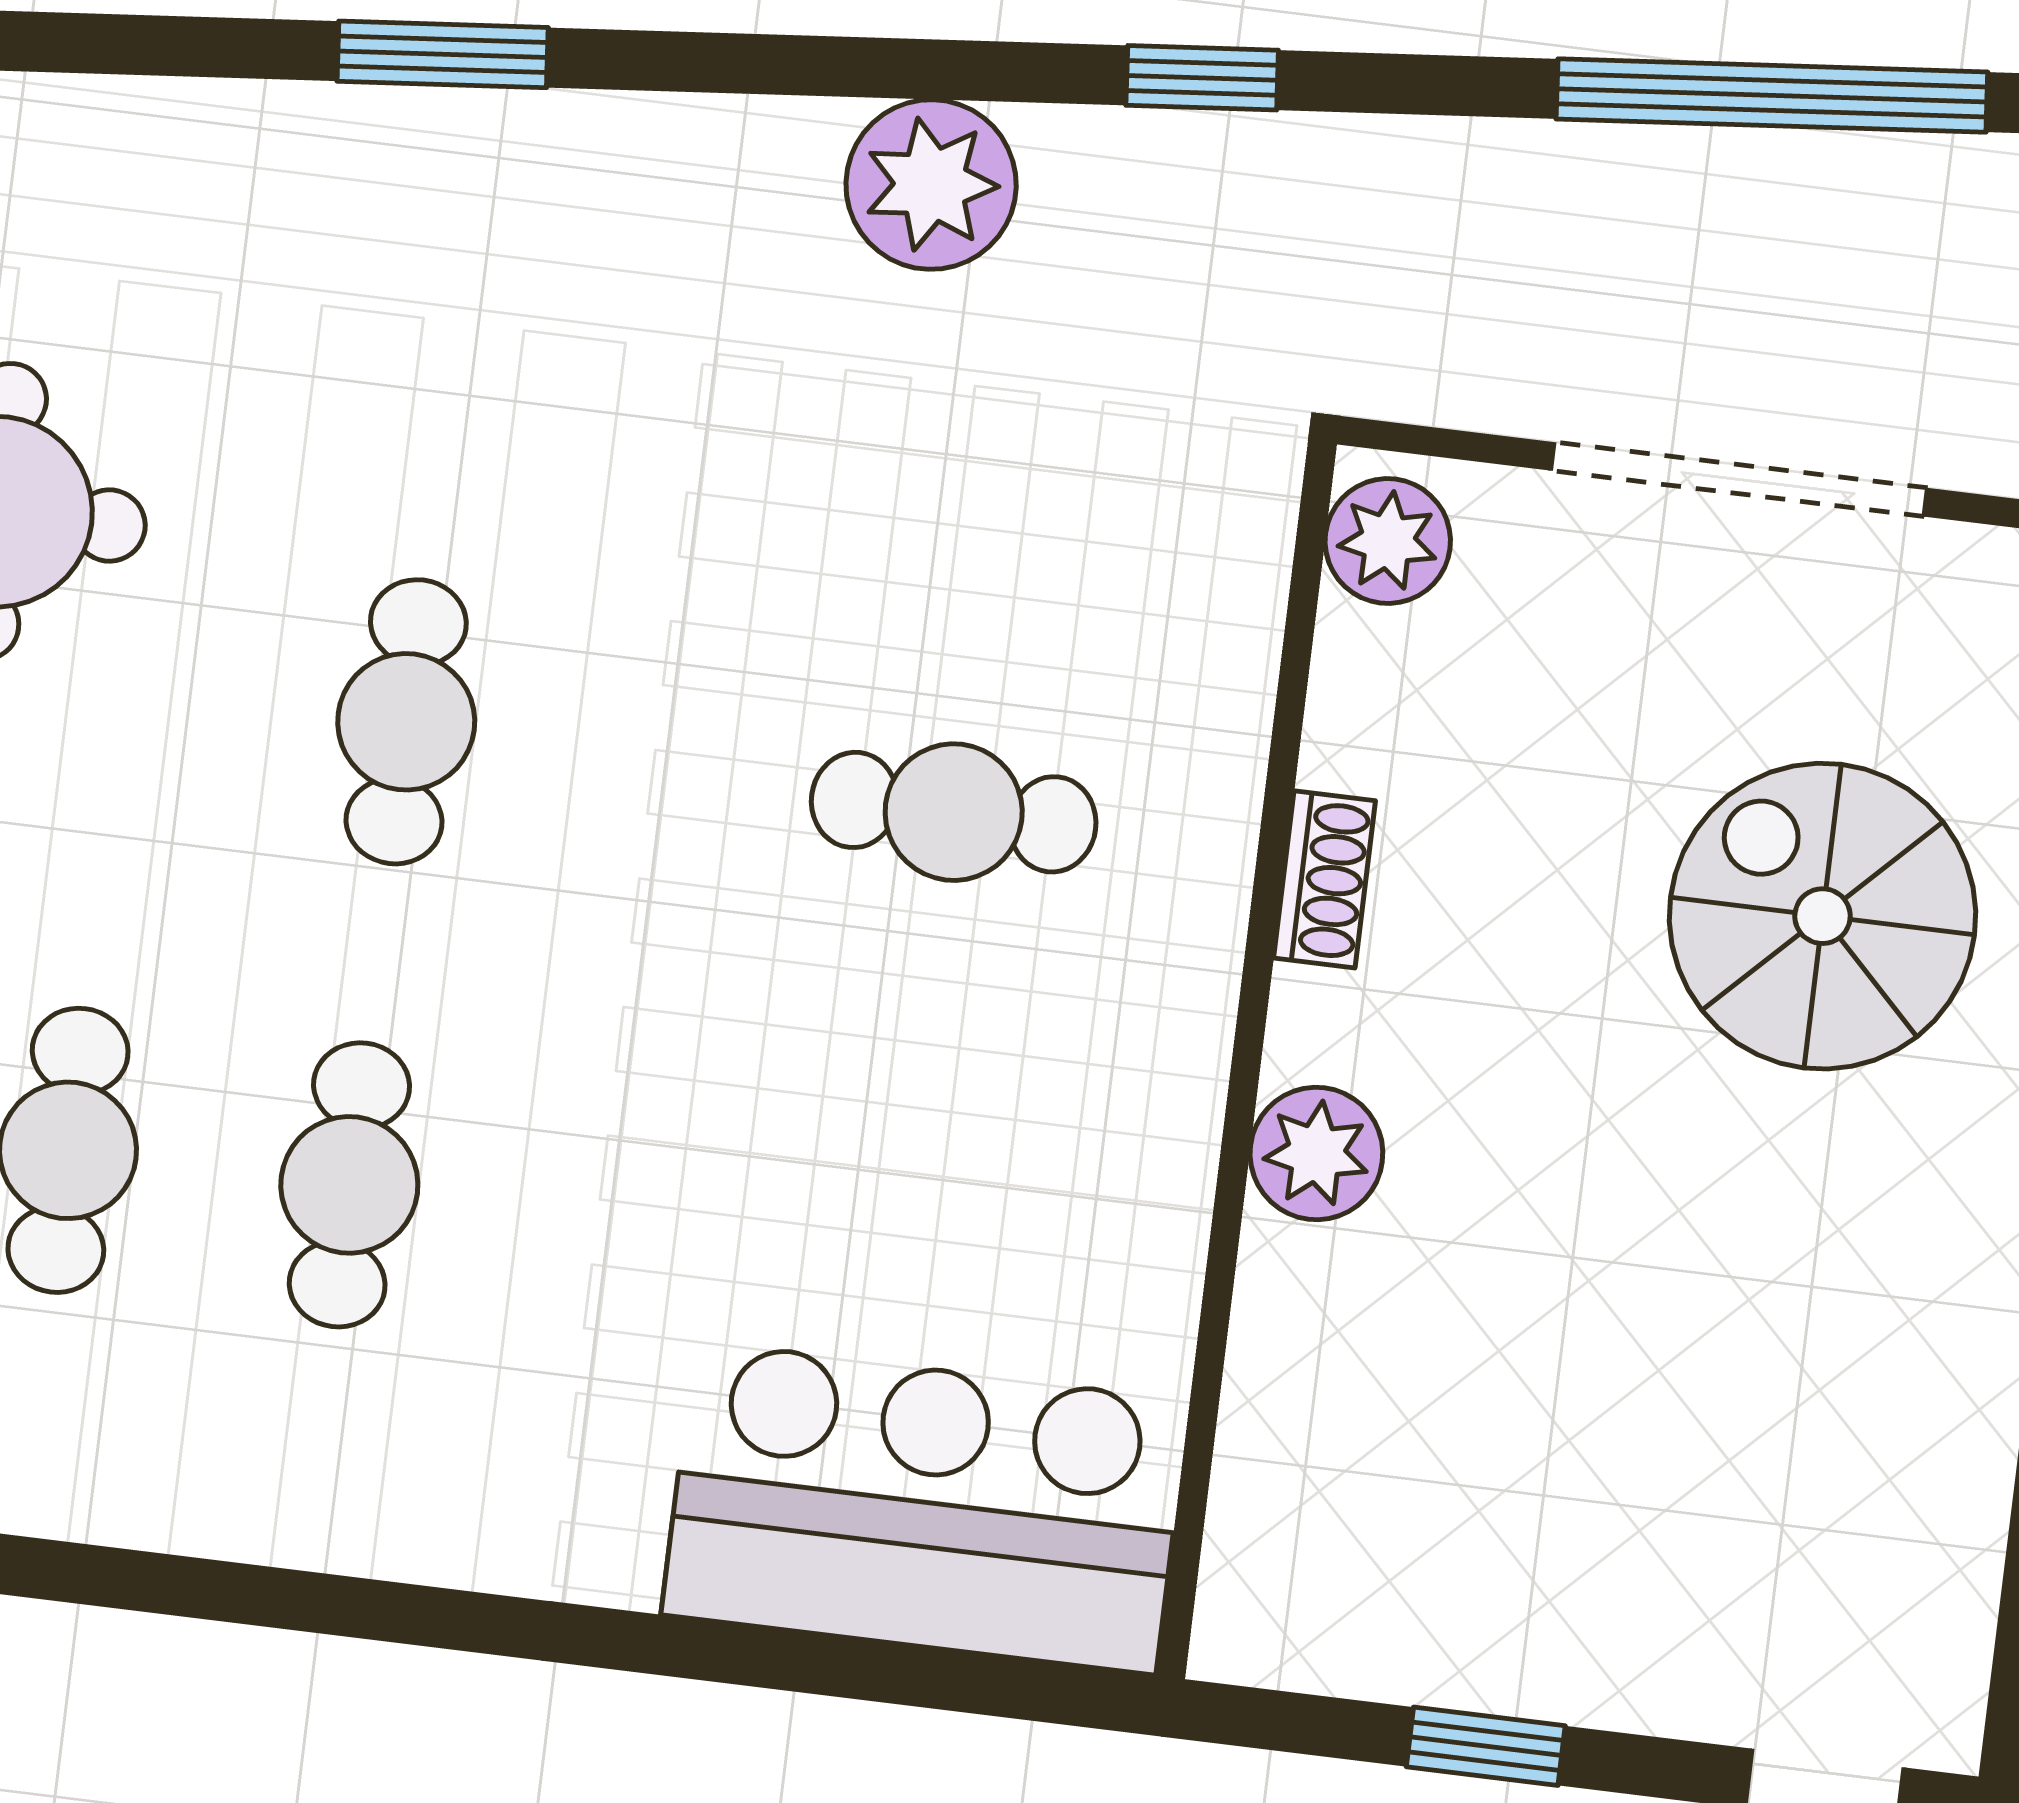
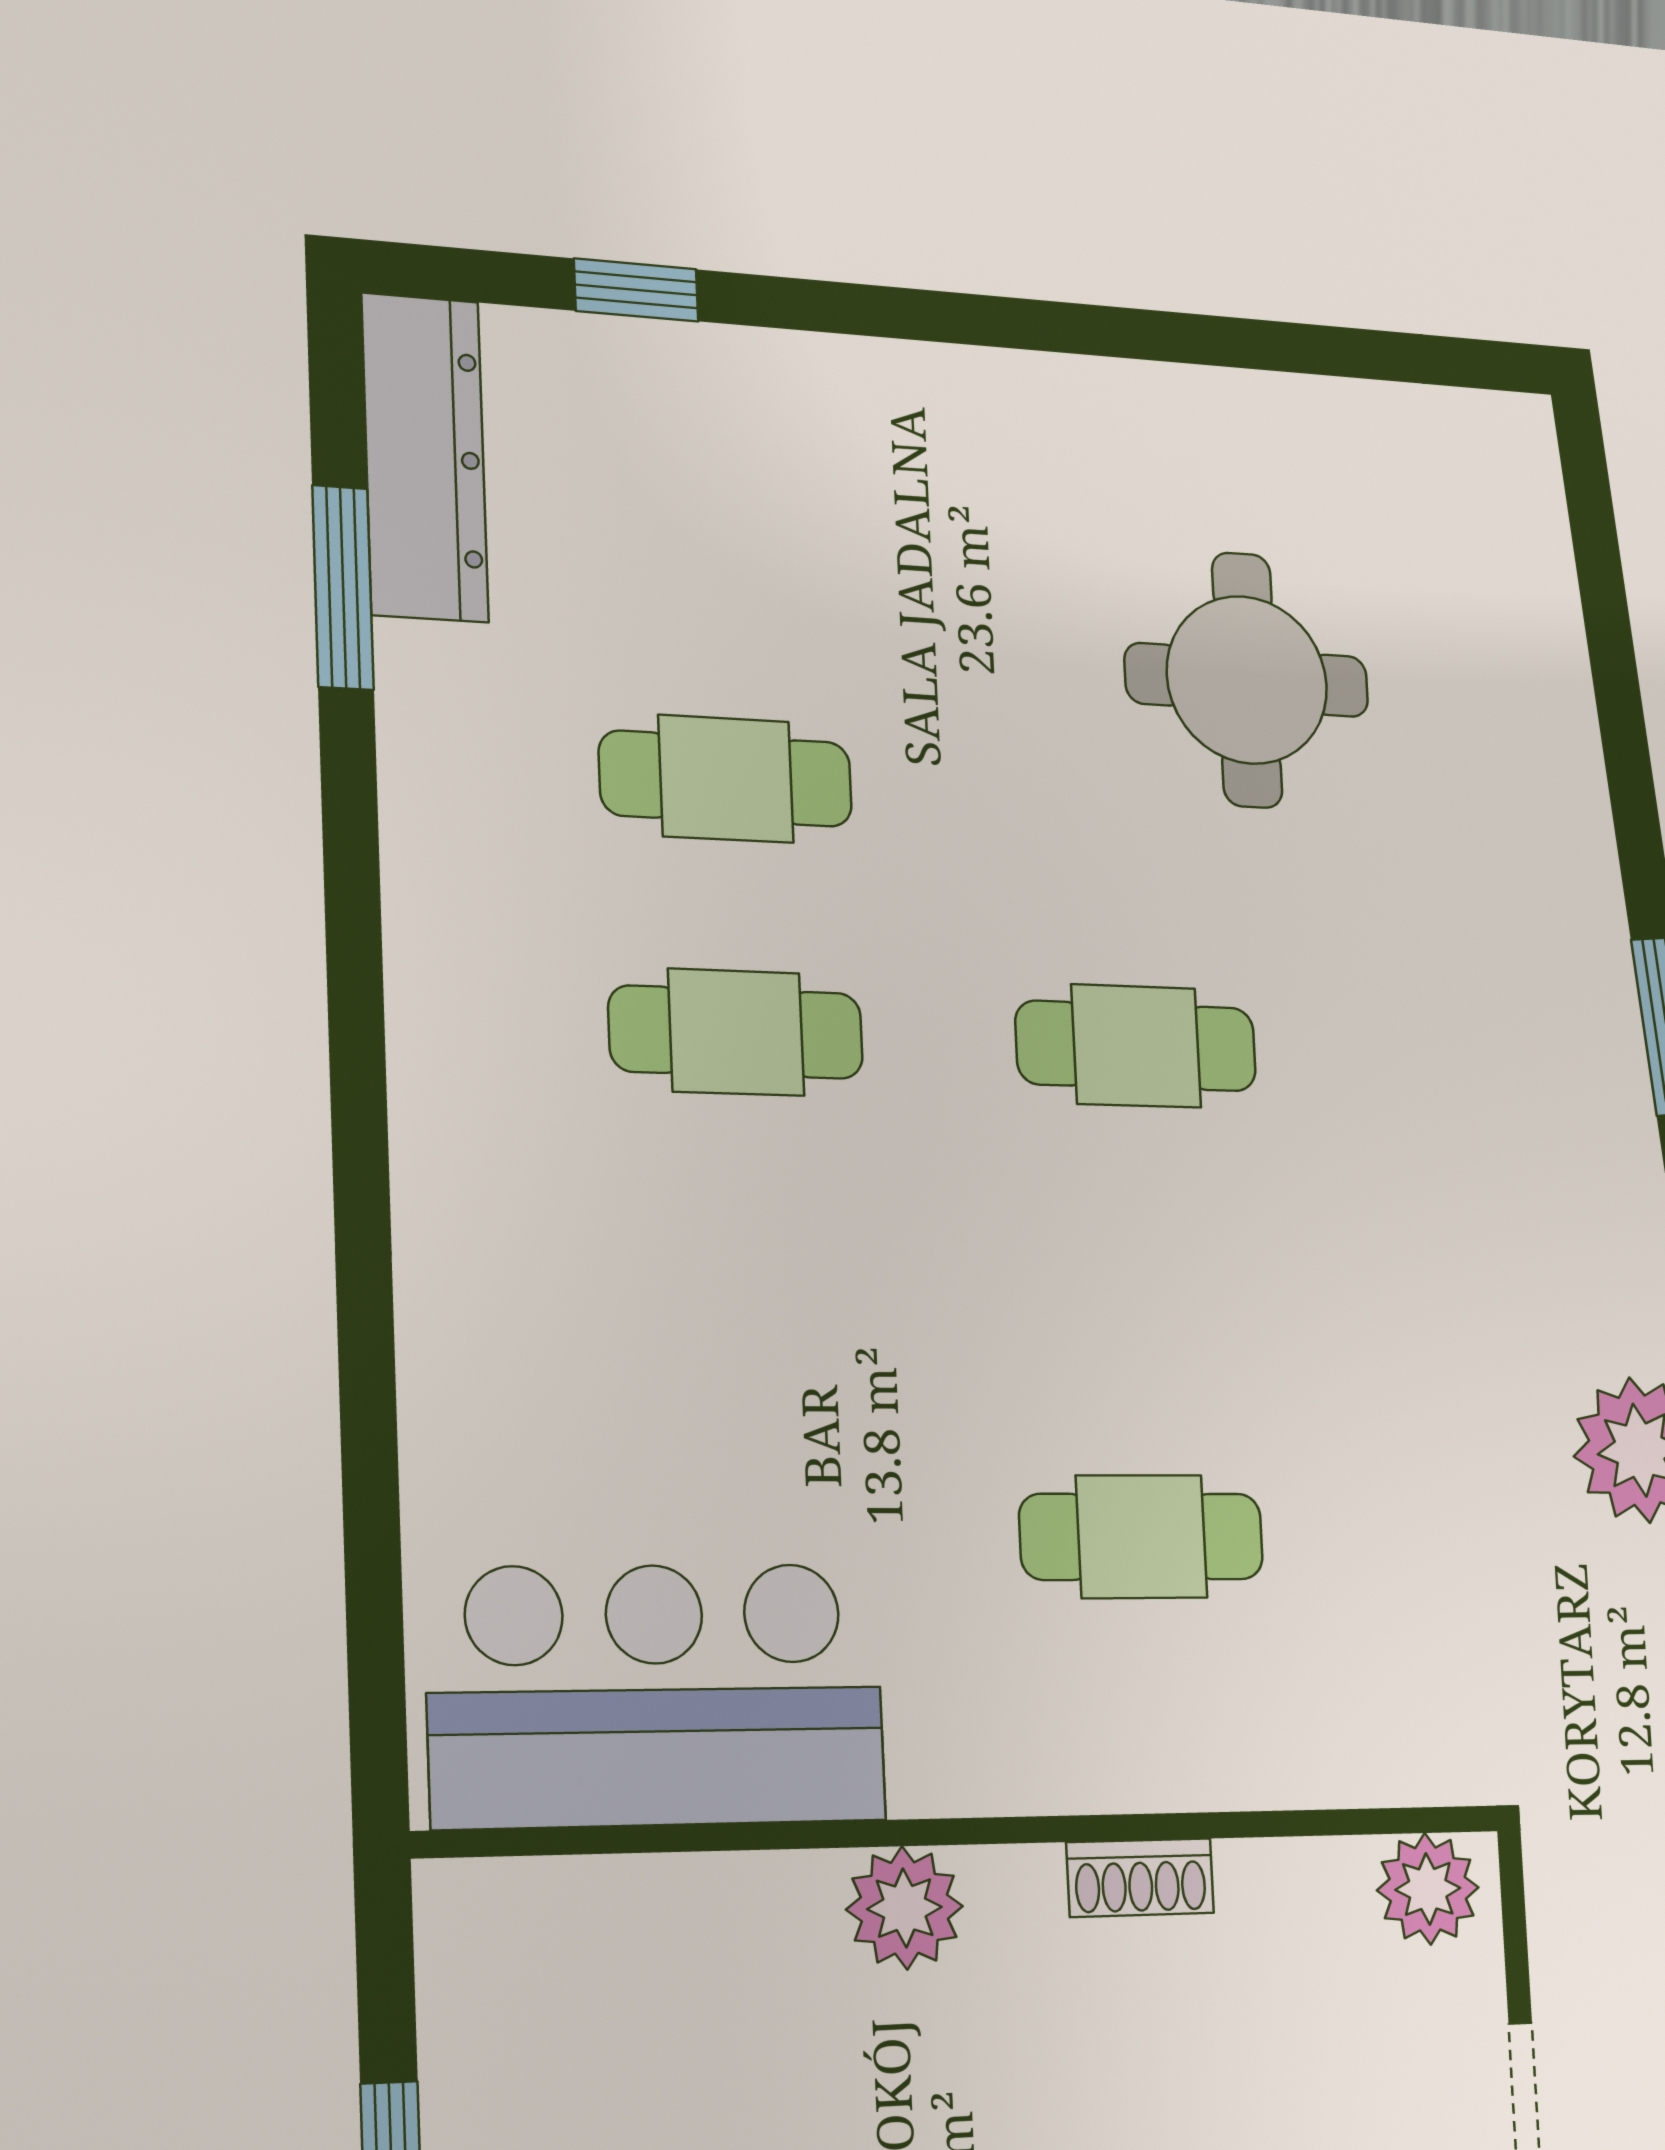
cafe table: (954, 812) -> (1142, 1537), turned 90
bar counter: (925, 1508) -> (657, 1695), moved, turned -90

